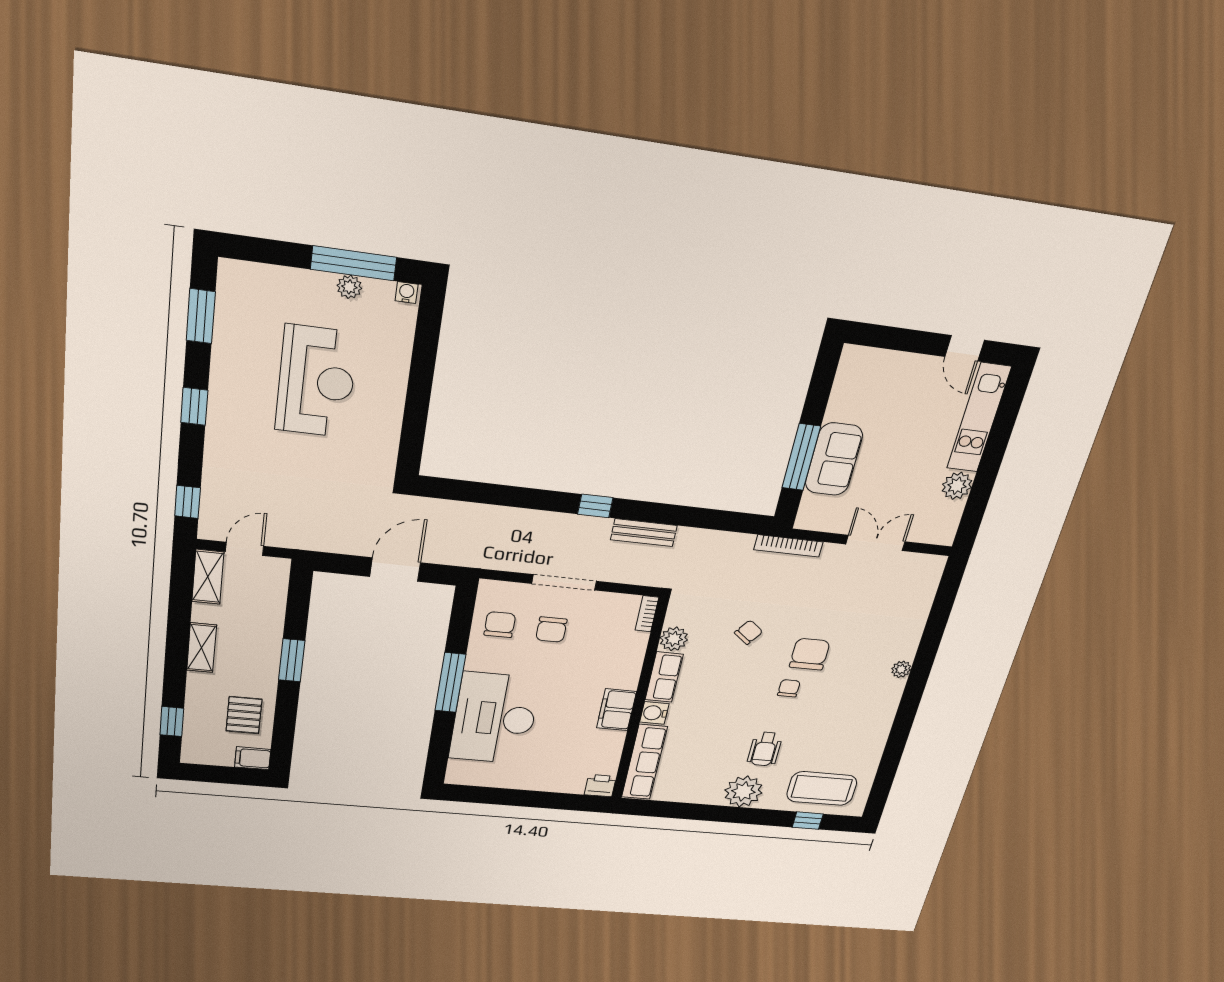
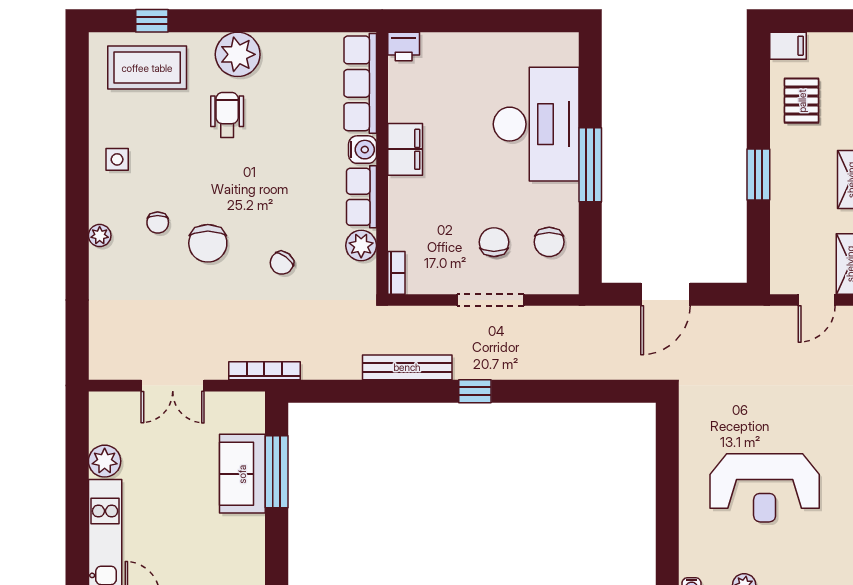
reception desk: (316, 382) -> (765, 488), turned -90
bench: (644, 533) -> (407, 367), width x1.36
chair: (789, 688) -> (158, 223), moved
side table: (868, 725) -> (117, 159), added

